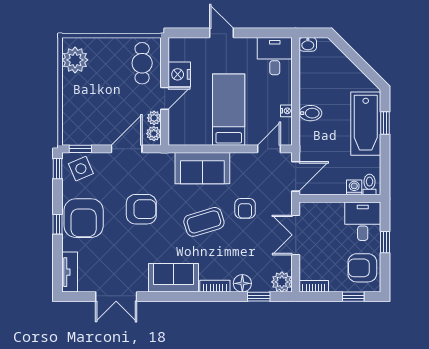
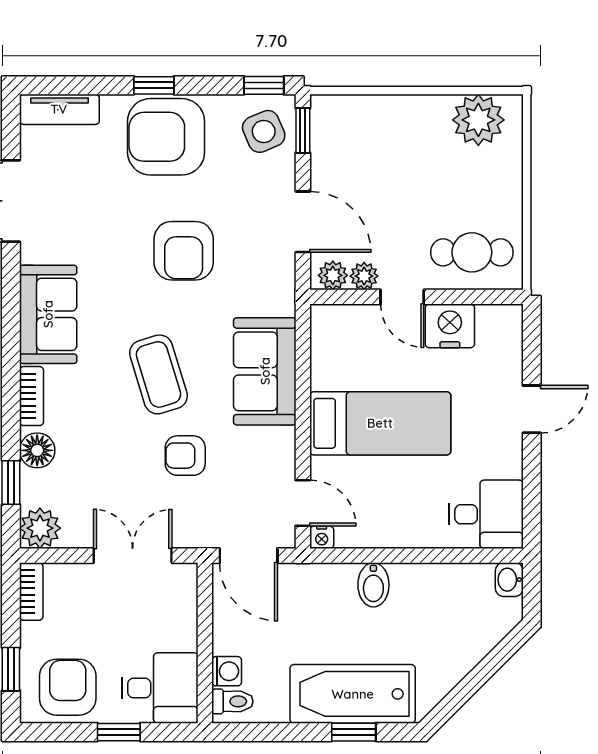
nightstand: (286, 111) -> (322, 537), moved

